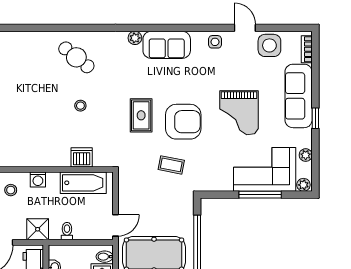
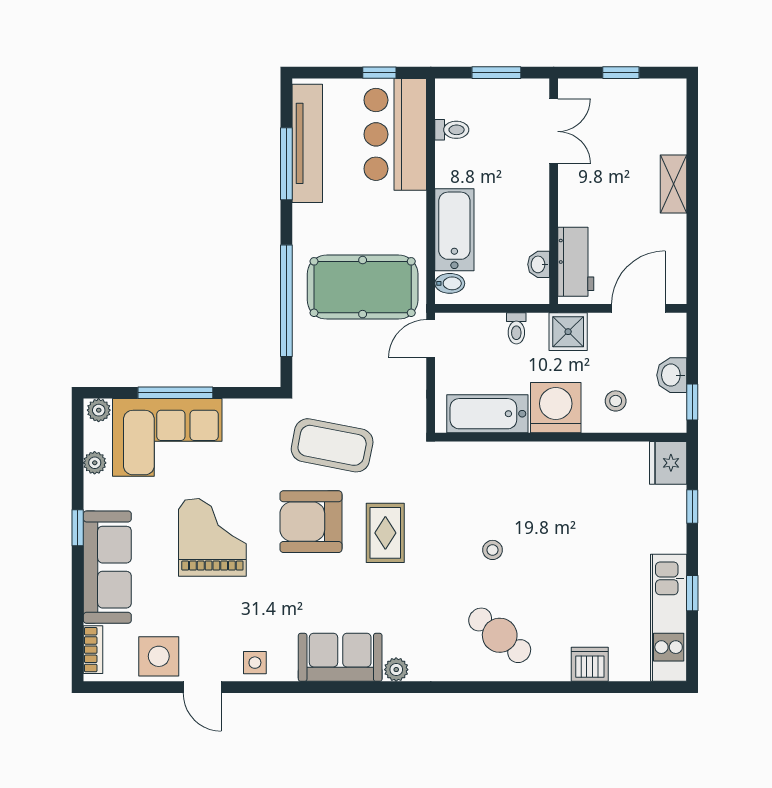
dishwasher: (82, 157) -> (590, 664), moved, turned 180
coffee table: (171, 165) -> (332, 445), width x1.86, depth x1.72
washing machine: (38, 180) -> (556, 408), width x1.89, depth x1.89

